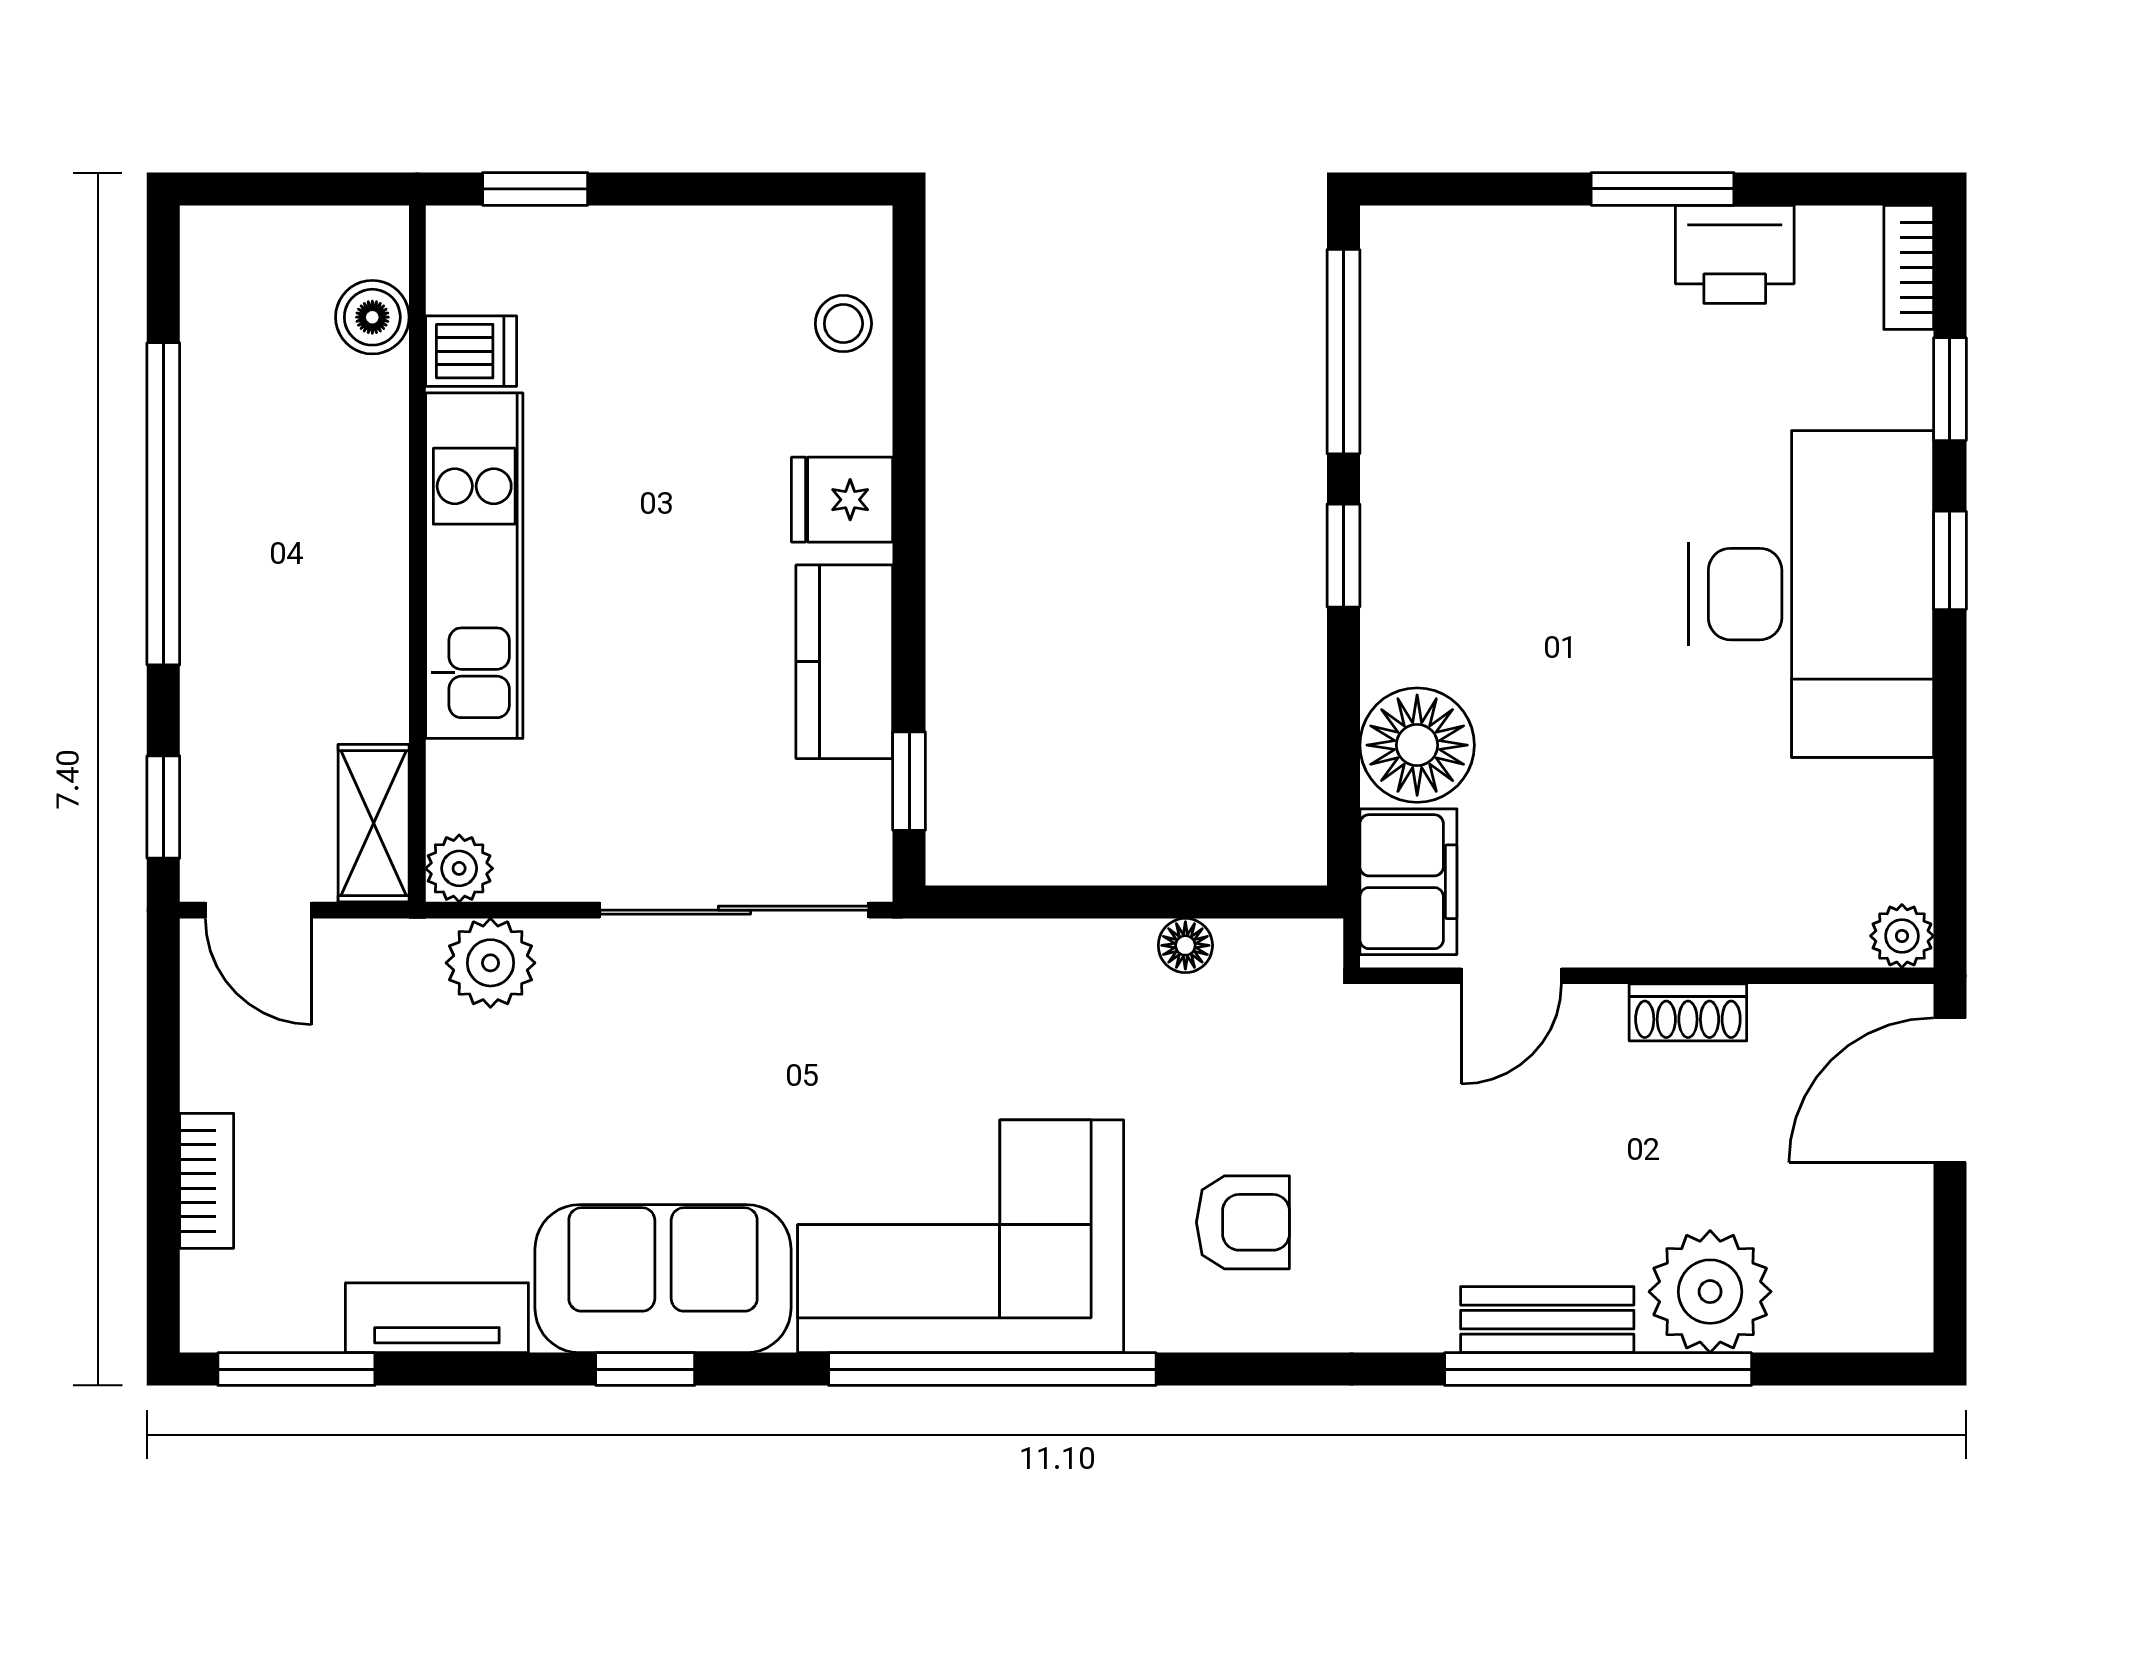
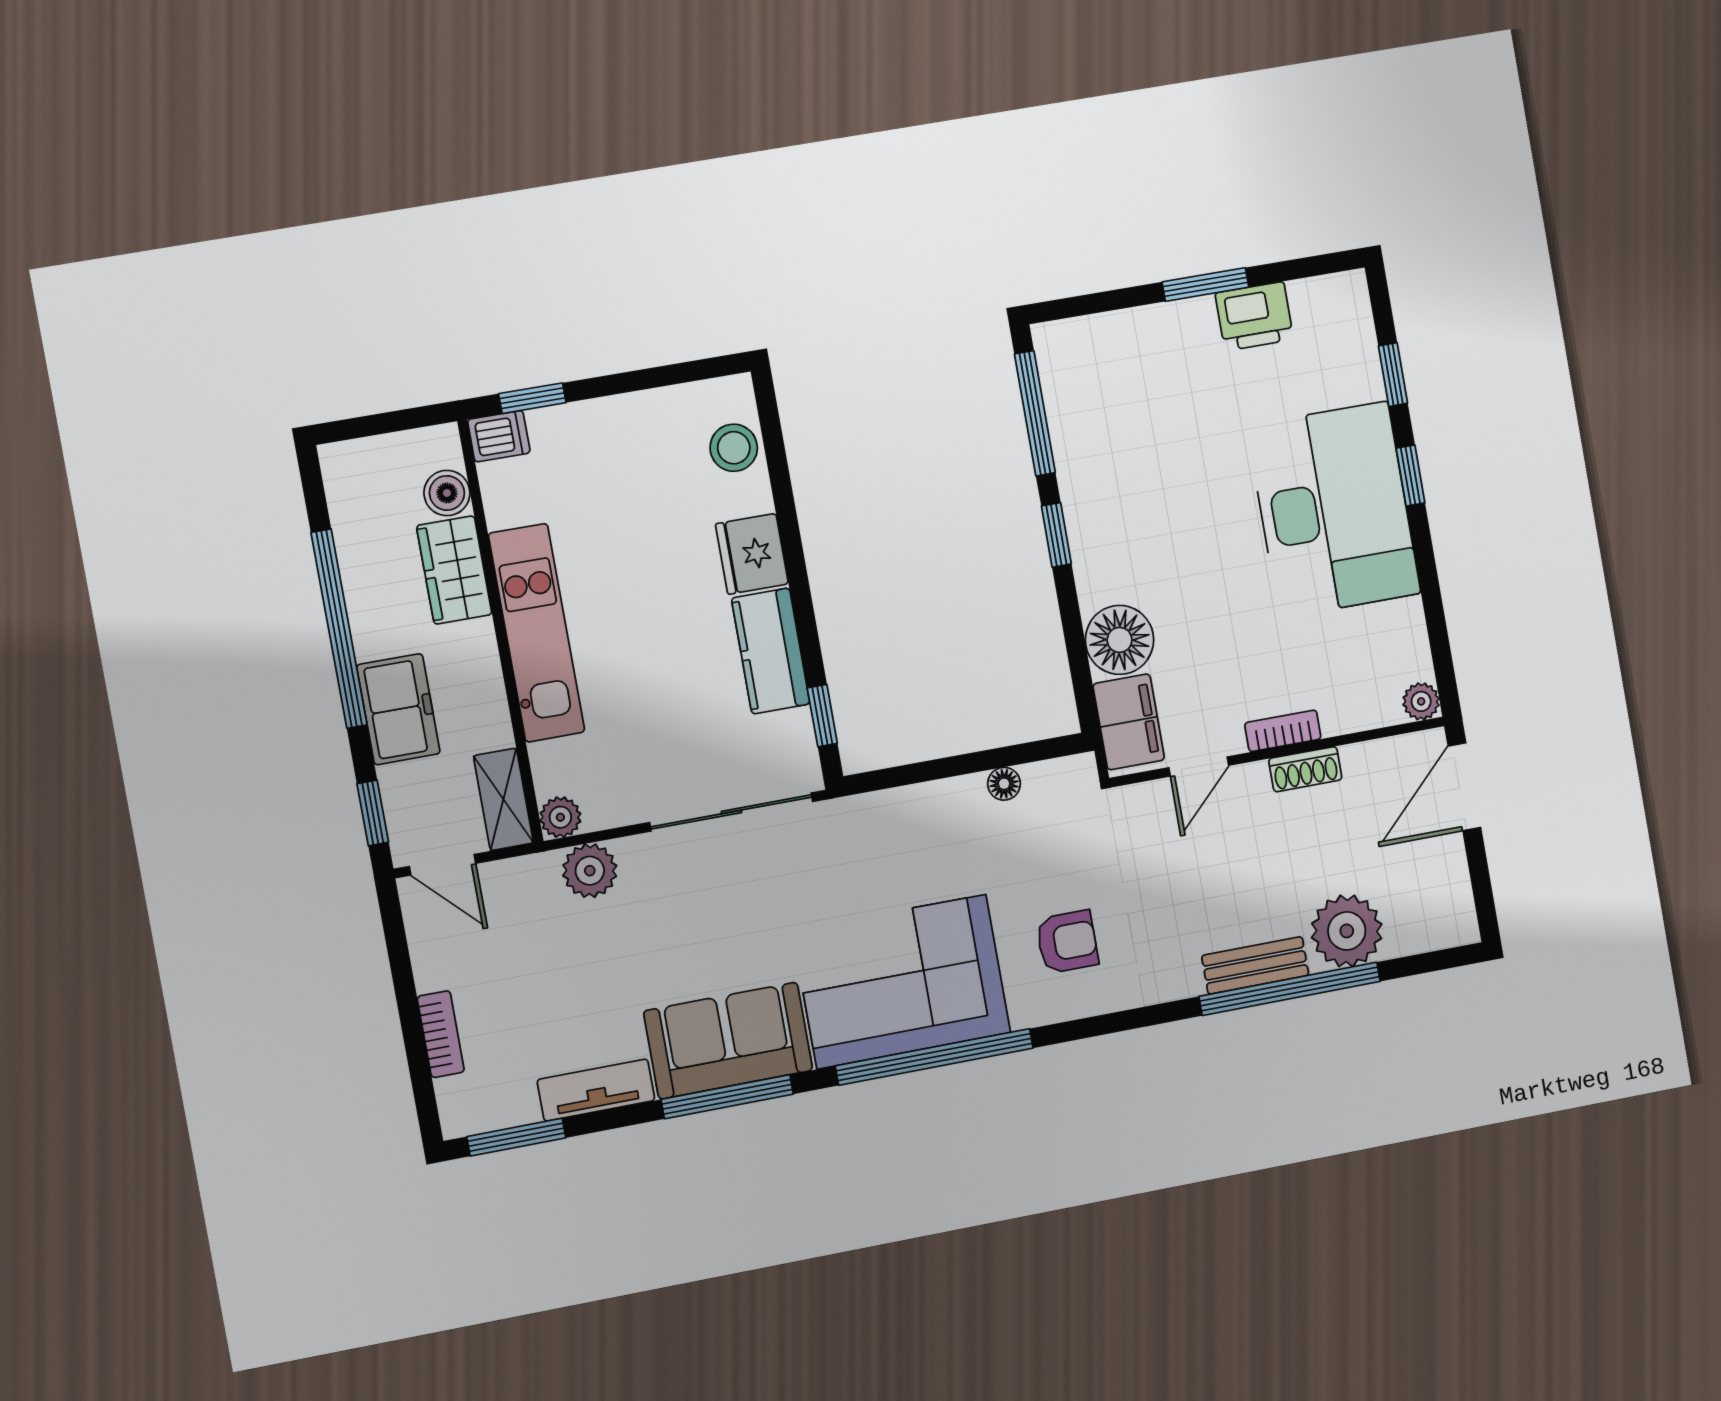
bookcase: (1909, 267) -> (1283, 731), moved, turned 90
stool: (843, 324) -> (734, 448), width x1.37, depth x1.37
dishwasher: (471, 351) -> (499, 436), moved
wardrobe: (362, 442) -> (454, 570), added
fridge: (842, 500) -> (752, 554), width x1.38
freezer: (233, 649) -> (398, 709), added
window: (645, 1369) -> (727, 1097), width x2.17

